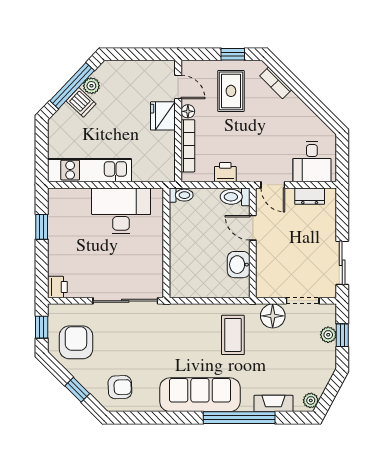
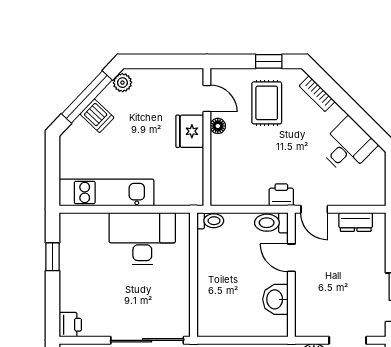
plant: (91, 86) -> (122, 83), moved
bookcase: (188, 146) -> (218, 165), removed
desk: (312, 162) -> (347, 146), moved, turned -135
printer: (225, 172) -> (281, 195), moved

